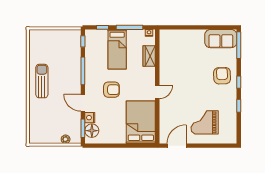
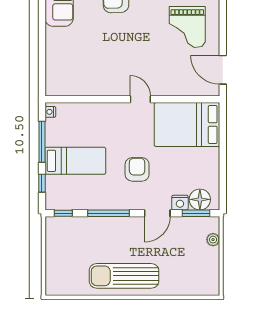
wardrobe: (149, 56) -> (86, 112), removed
sun lounger: (42, 81) -> (124, 276), width x1.36, depth x1.34

